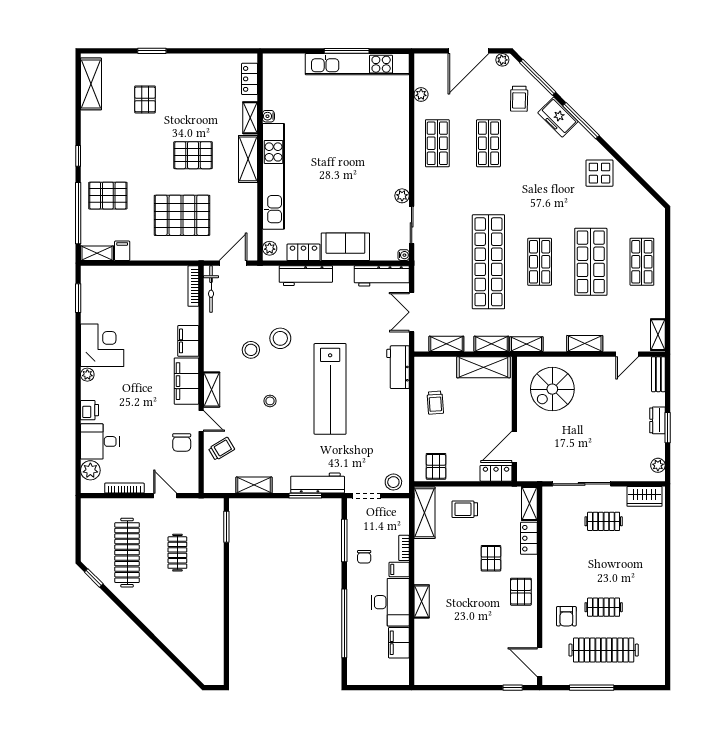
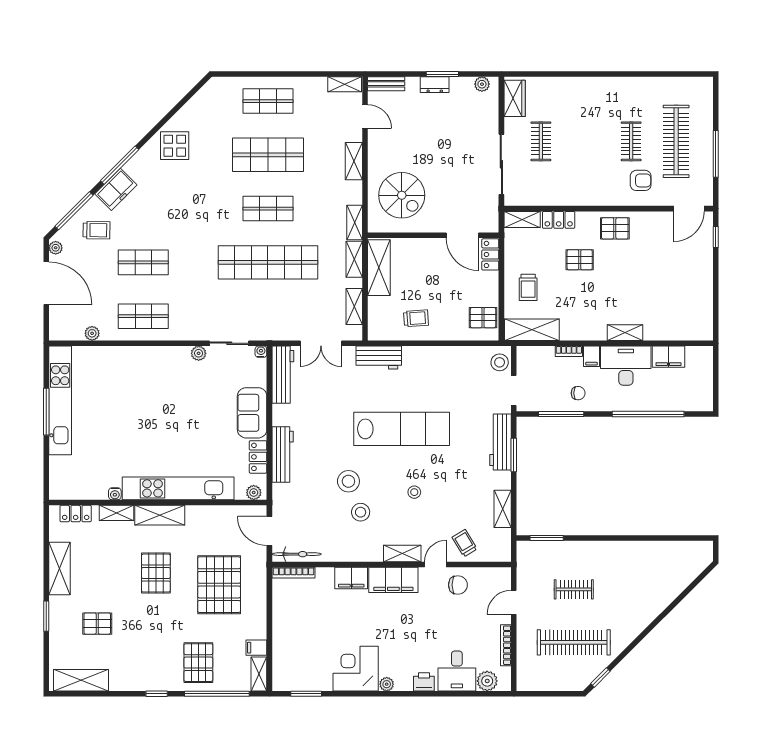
shelving: (197, 64) -> (59, 568), added

